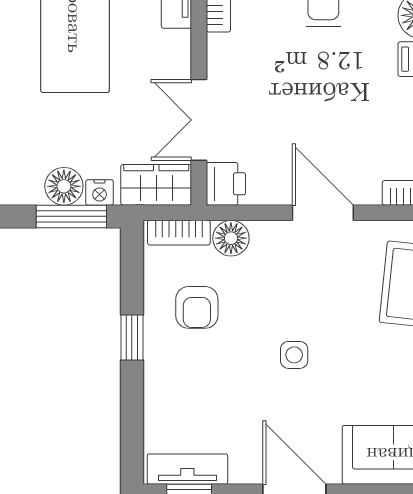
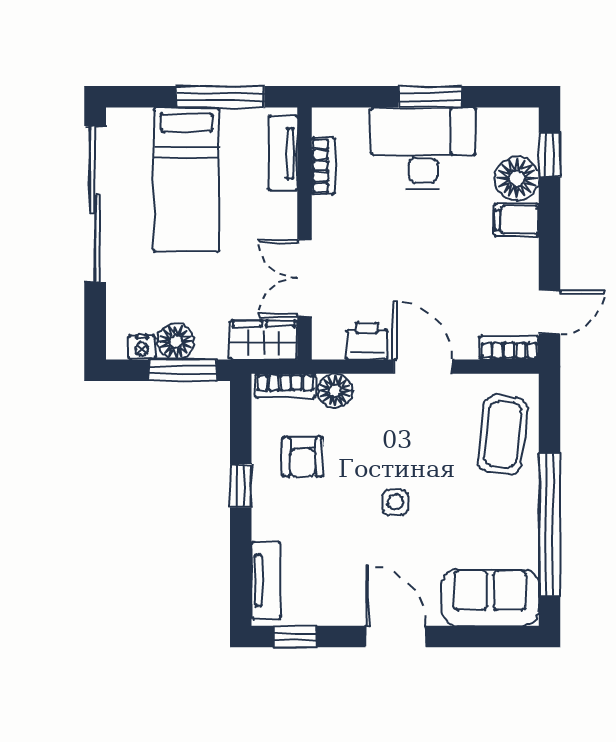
printer: (226, 184) -> (367, 341), moved, turned -90
nightstand: (100, 192) -> (142, 347), moved
tv unit: (187, 469) -> (266, 580), moved, turned 90

